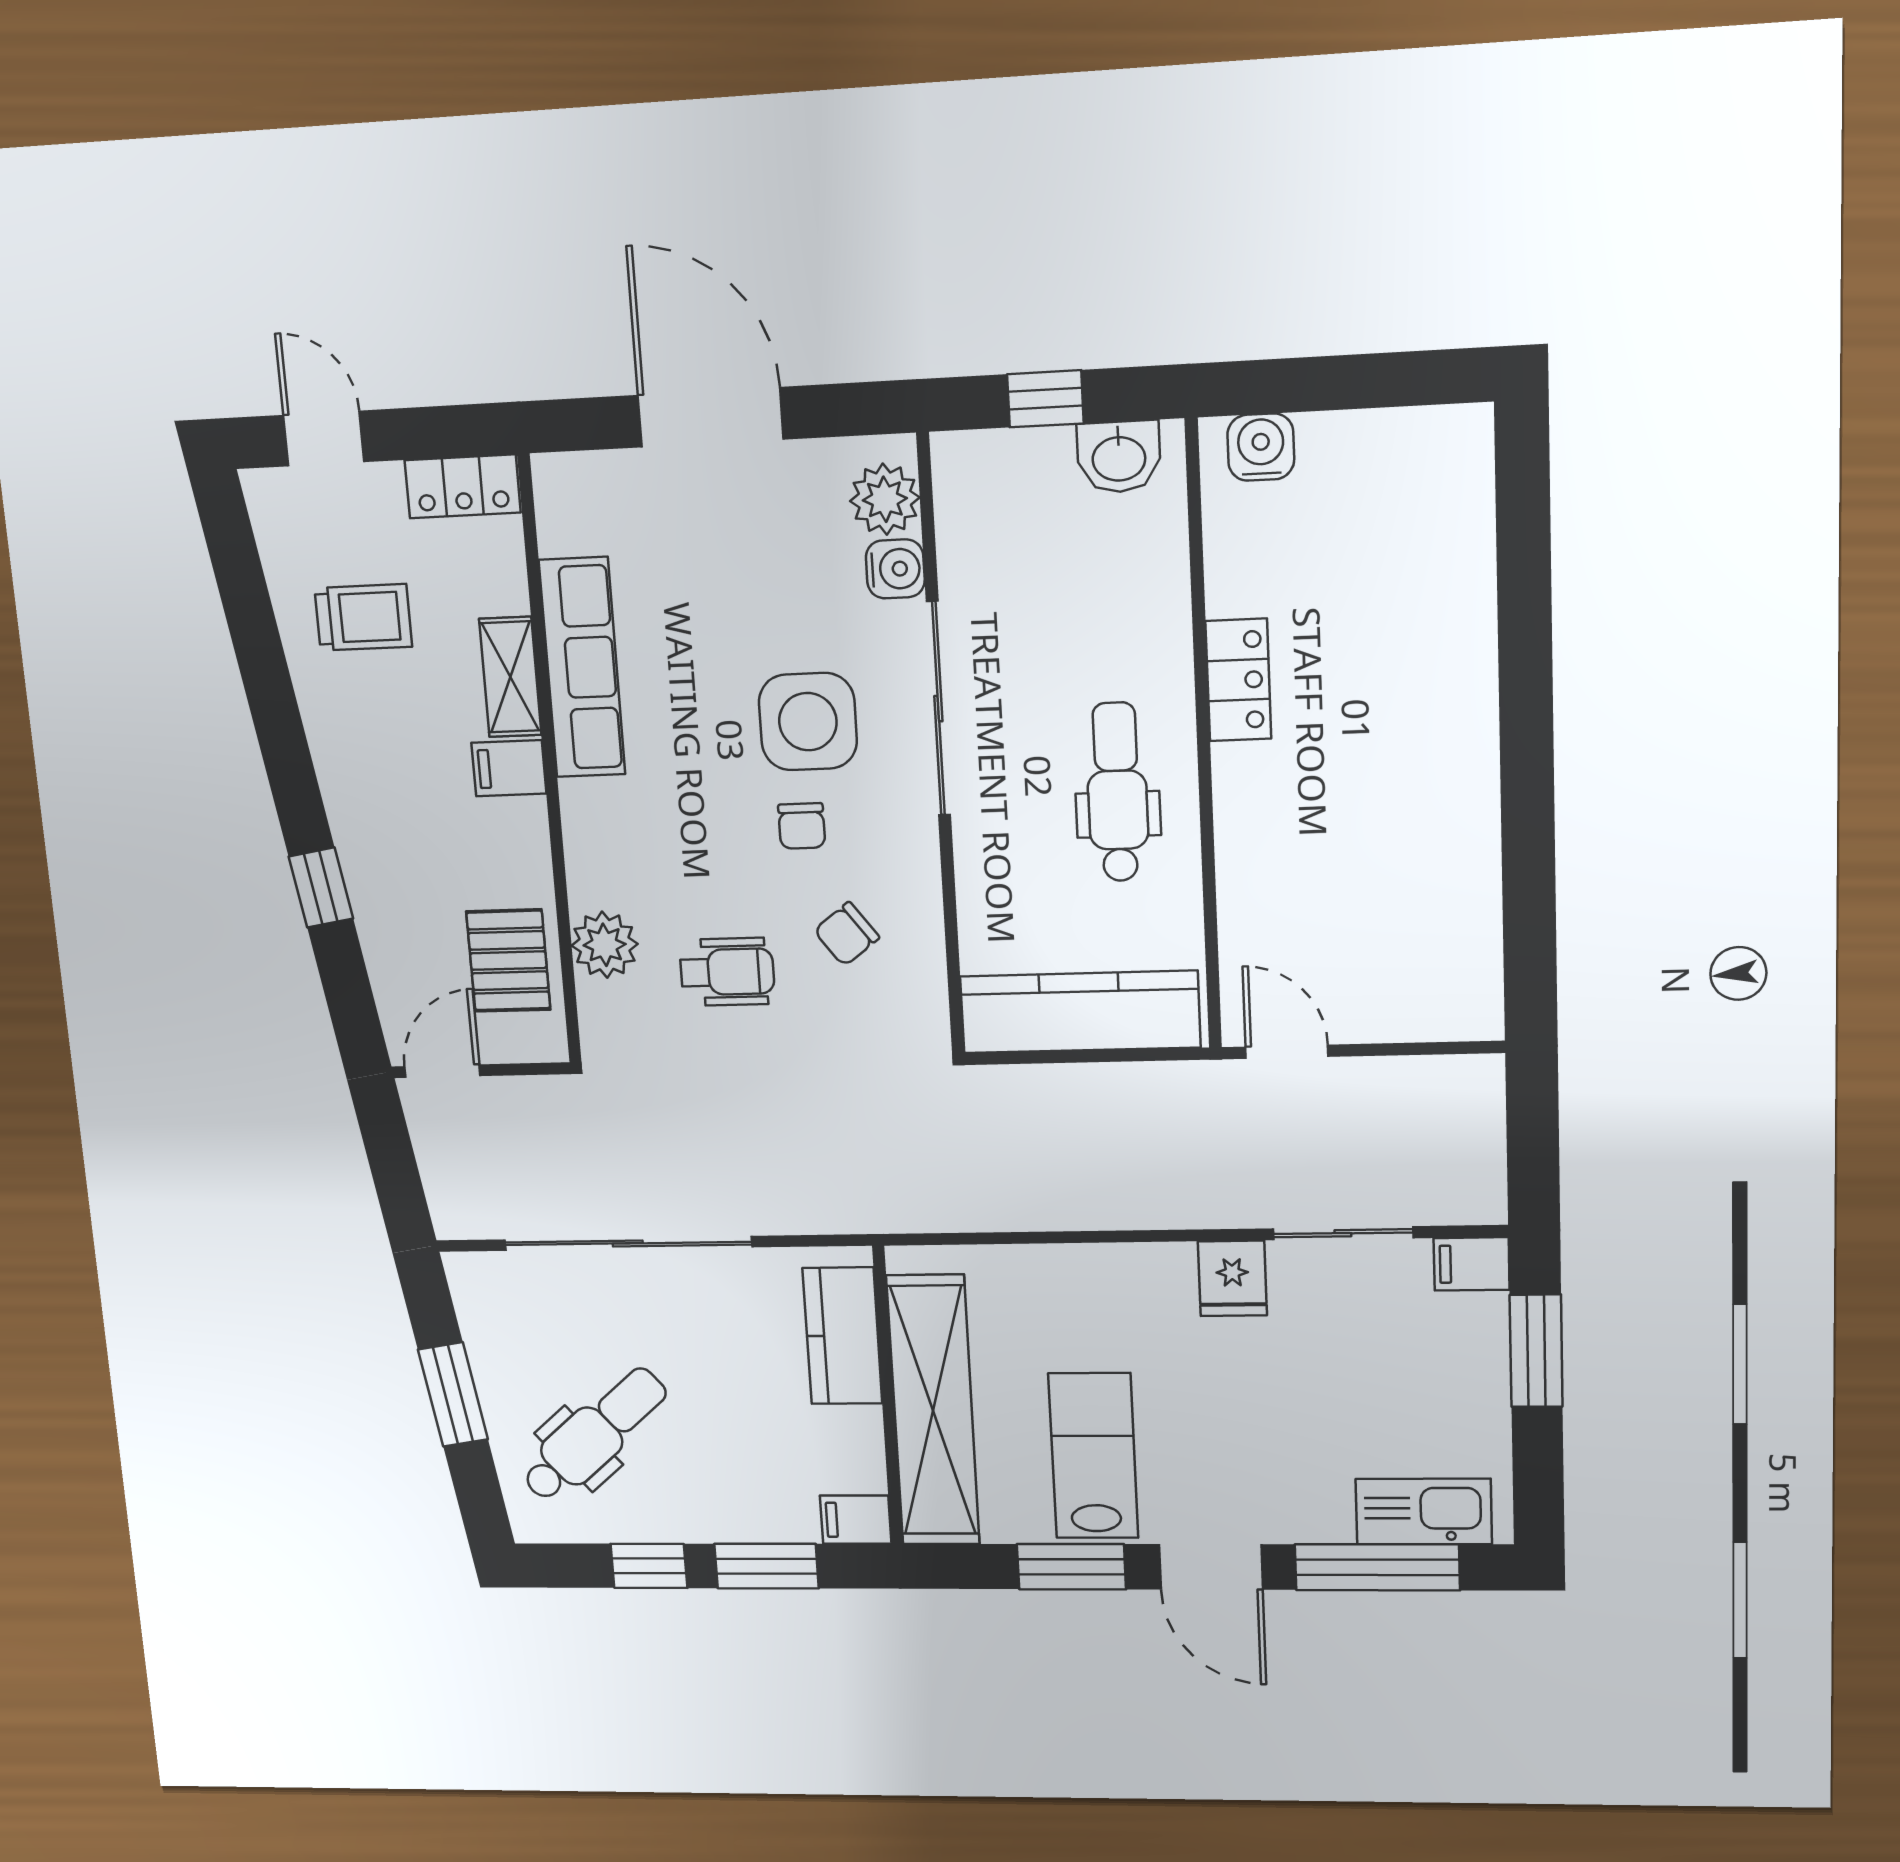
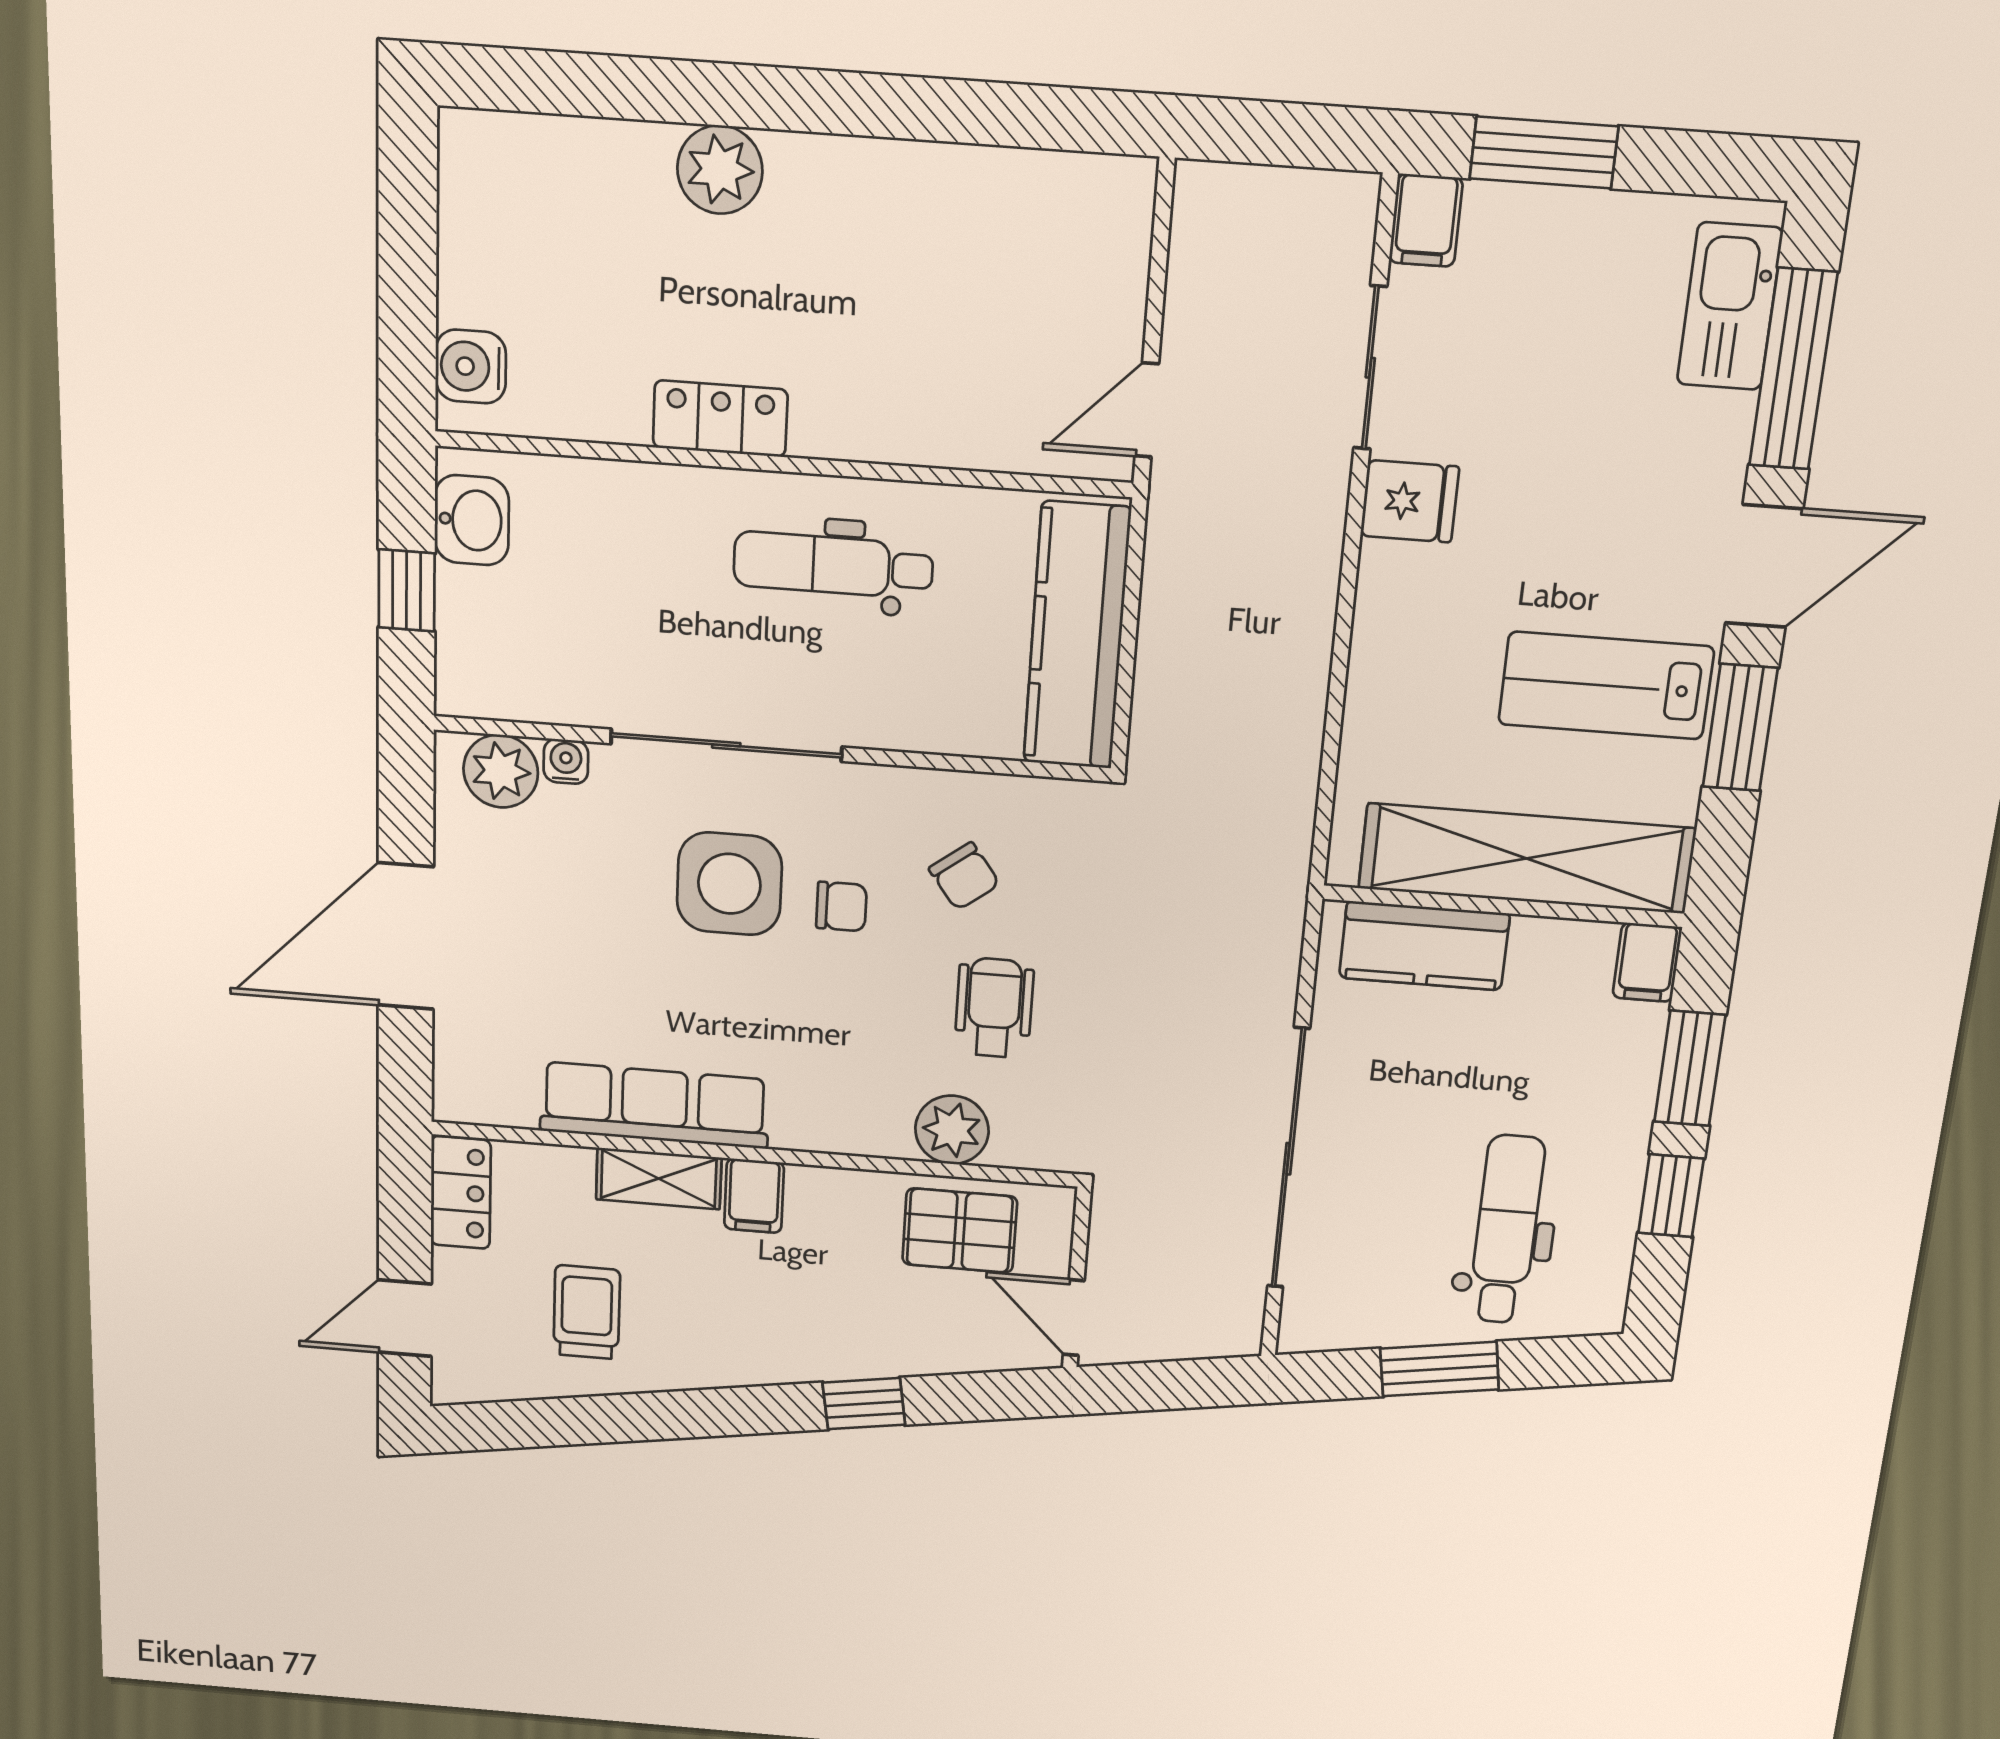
water cooler: (895, 569) -> (566, 761), width x0.72, depth x0.72
plant: (1460, 663) -> (720, 170), added
dental chair: (594, 1435) -> (1506, 1230), turned 41

